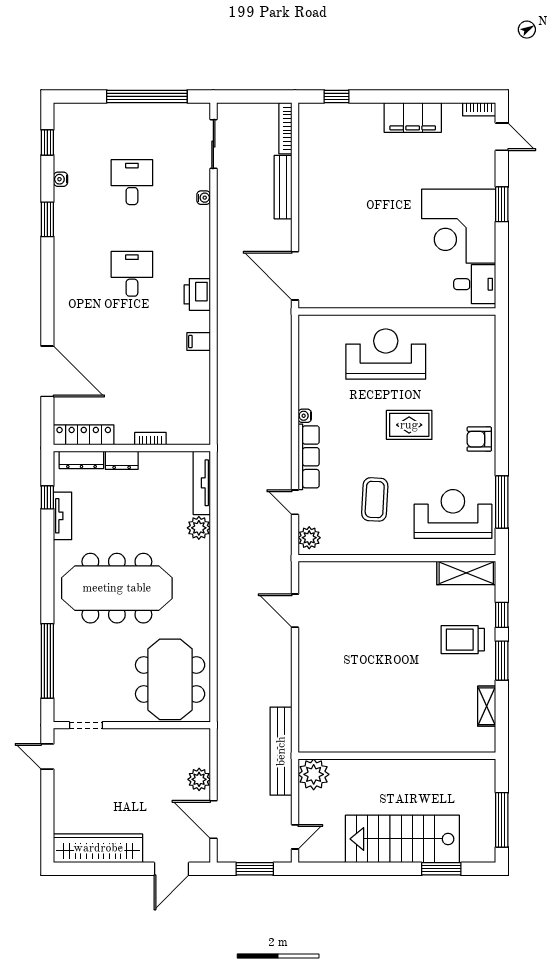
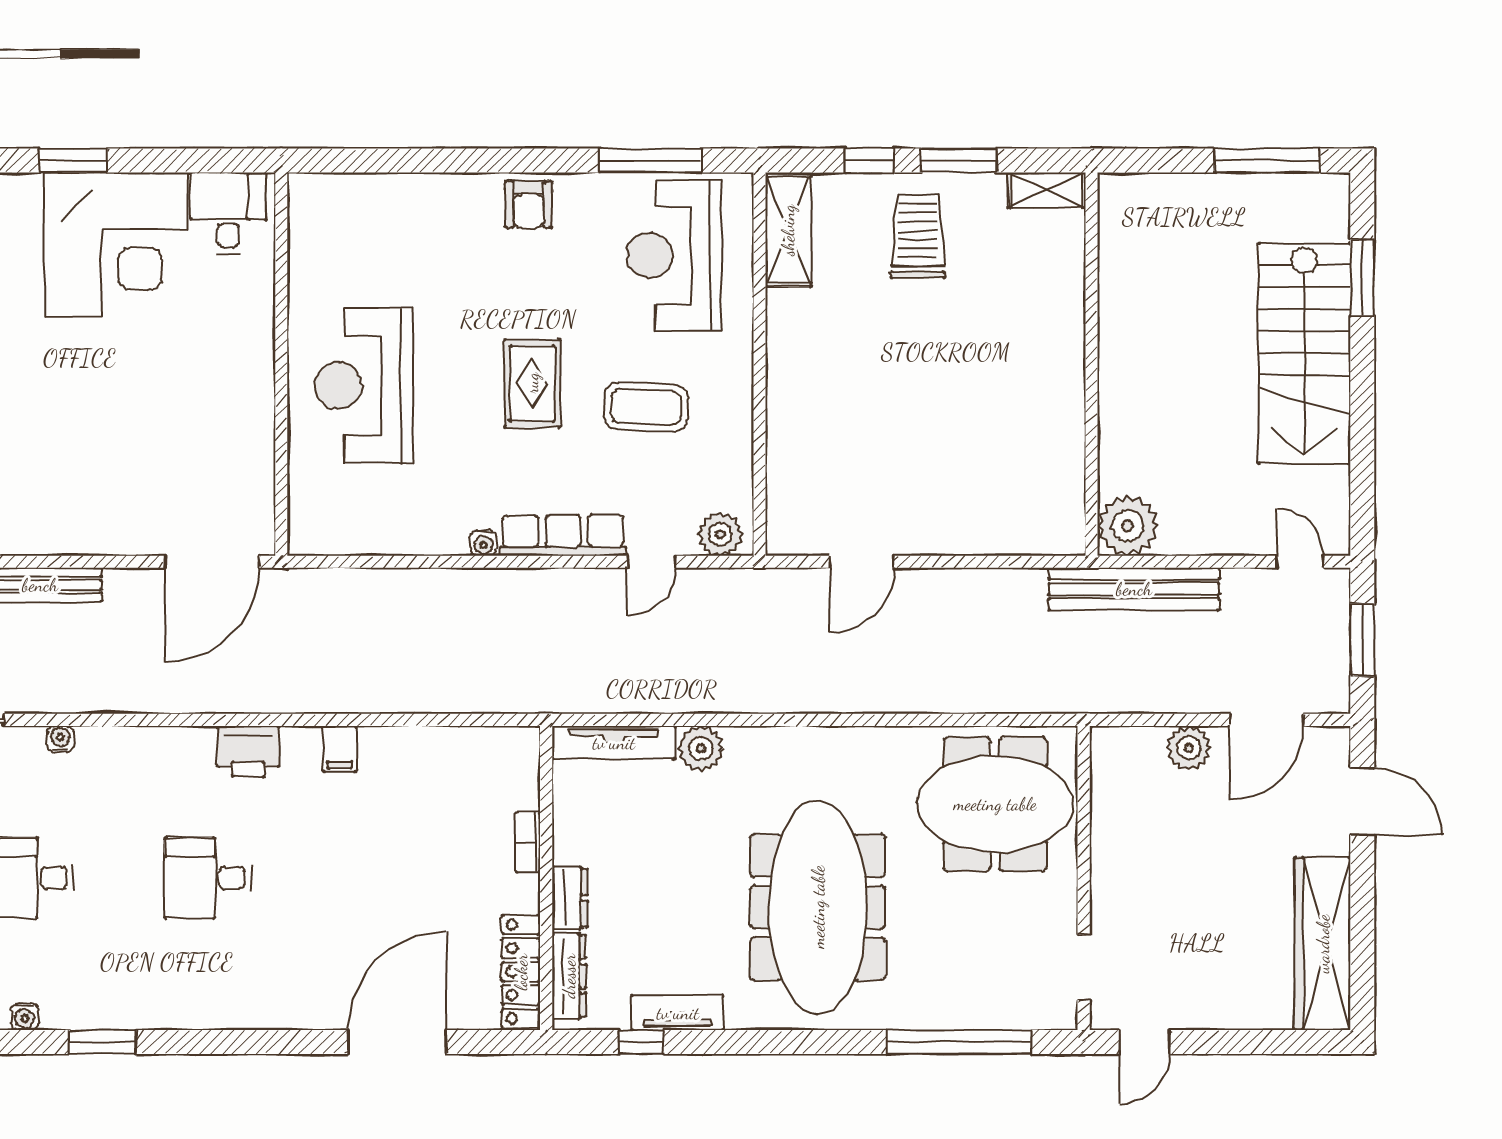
rug: (409, 425) -> (532, 383), moved
trolley: (463, 640) -> (918, 236), turned 180
wall: (397, 756) -> (1092, 364), moved
plant: (314, 774) -> (1128, 526), moved

